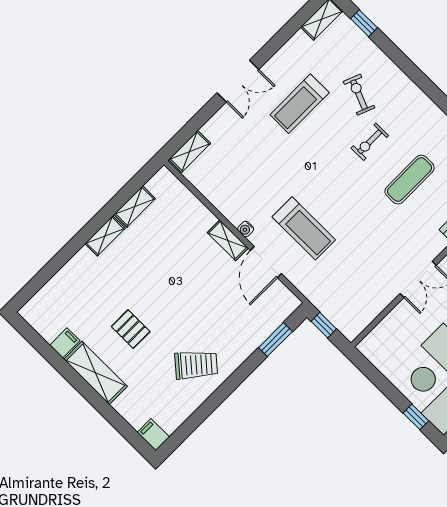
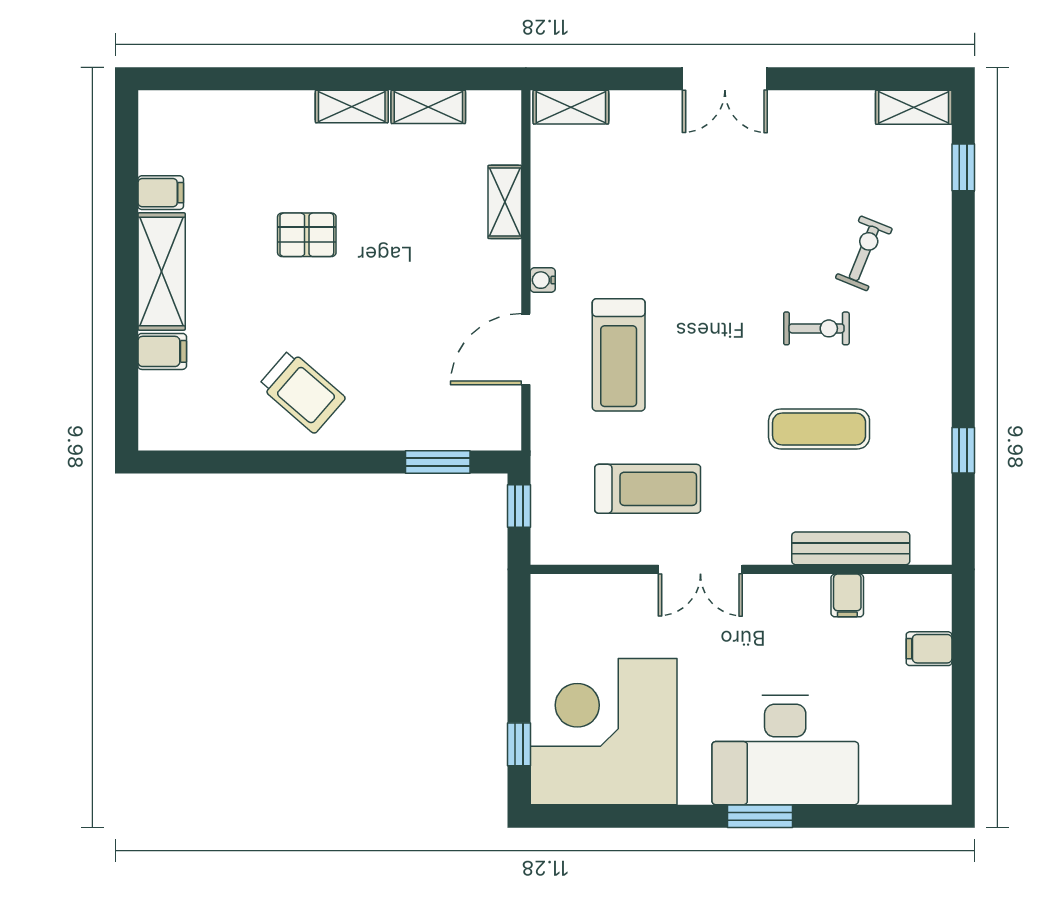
treadmill: (300, 104) -> (648, 489), moved, turned 180
exercise bike: (370, 142) -> (816, 328), turned 180
shelving: (228, 240) -> (505, 202), moved
pallet: (131, 329) -> (307, 235), moved, turned 90
filing cabinet: (153, 435) -> (162, 351), moved, turned 90

